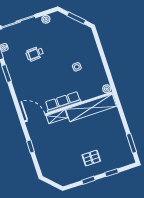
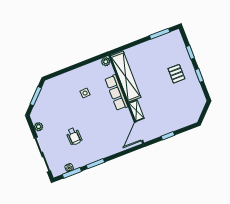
row of seats: (63, 102) -> (116, 93), moved

